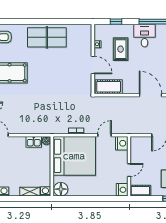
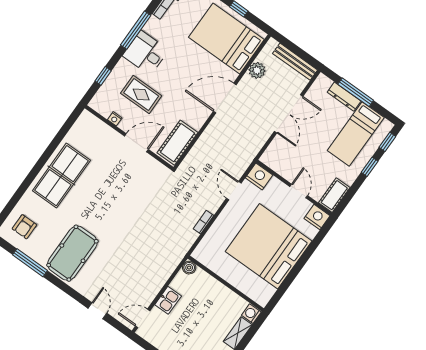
kitchen sink: (34, 142) -> (168, 300), moved
bed: (74, 156) -> (269, 246), moved, turned -90
floor lamp: (61, 189) -> (262, 293), removed

